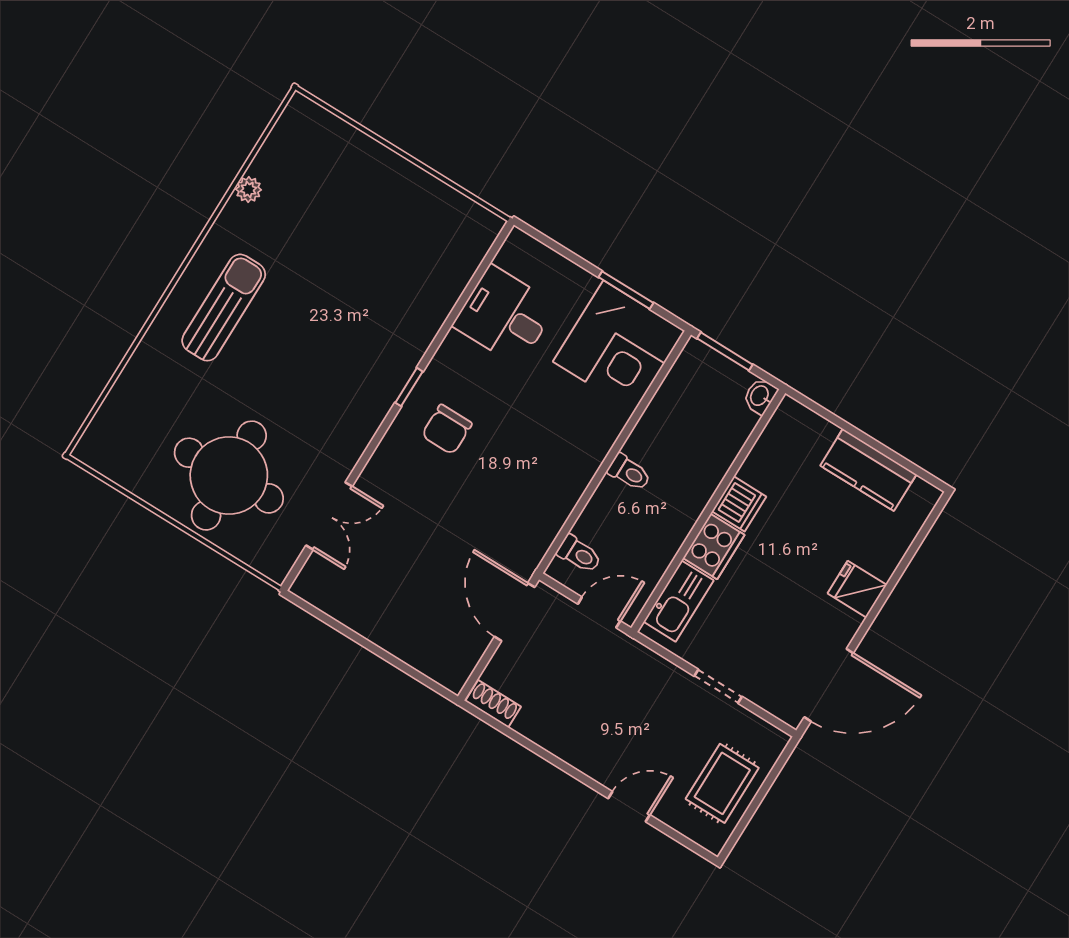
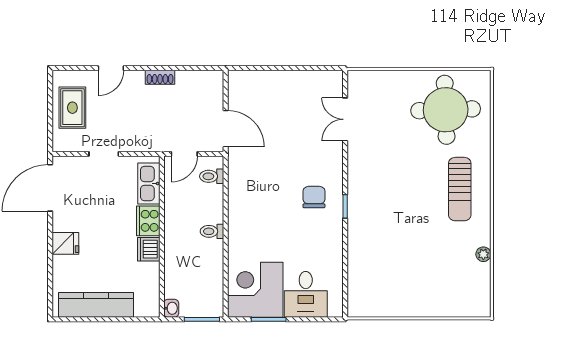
desk: (505, 315) -> (306, 294), moved, turned 90
kitchen counter: (868, 470) -> (96, 305), width x1.50
round table: (229, 476) -> (446, 110), moved
shoe rack: (493, 704) -> (160, 77), moved

